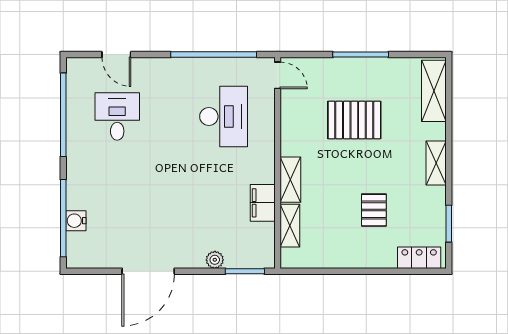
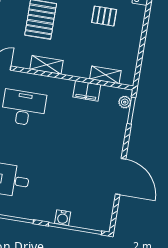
shelving: (290, 180) -> (46, 65), moved
water cooler: (76, 221) -> (63, 218), moved
plant: (215, 260) -> (125, 102), moved

